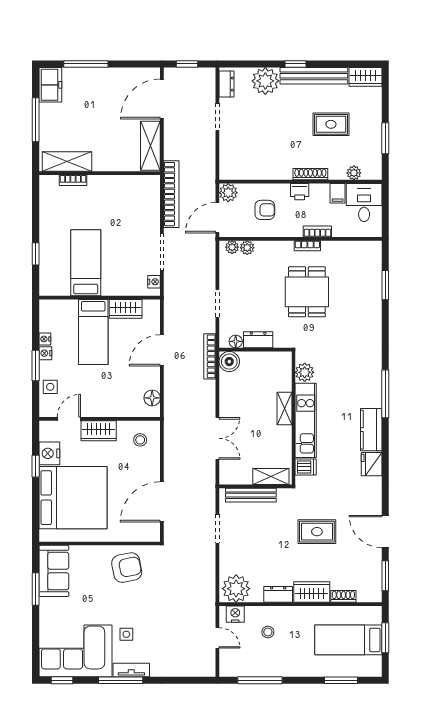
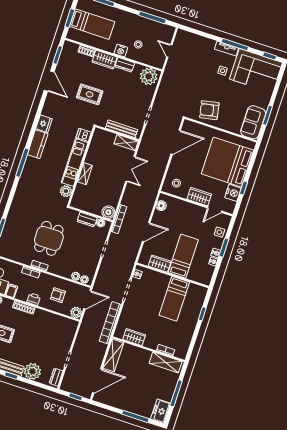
wardrobe: (127, 184) -> (134, 337), added
double door: (217, 438) -> (130, 169), swing flipped
shelving: (271, 477) -> (126, 143), moved
nightstand: (235, 614) -> (121, 51), moved

